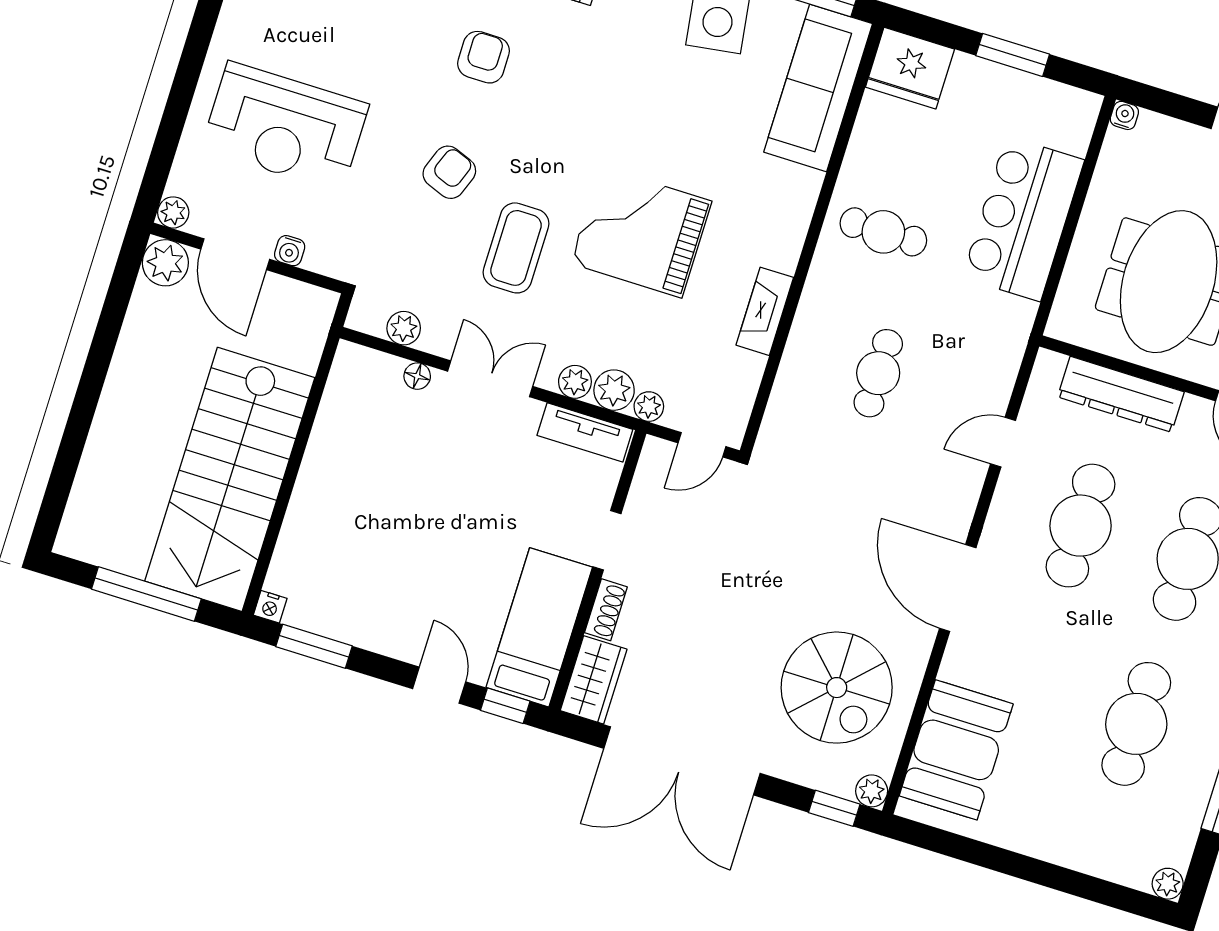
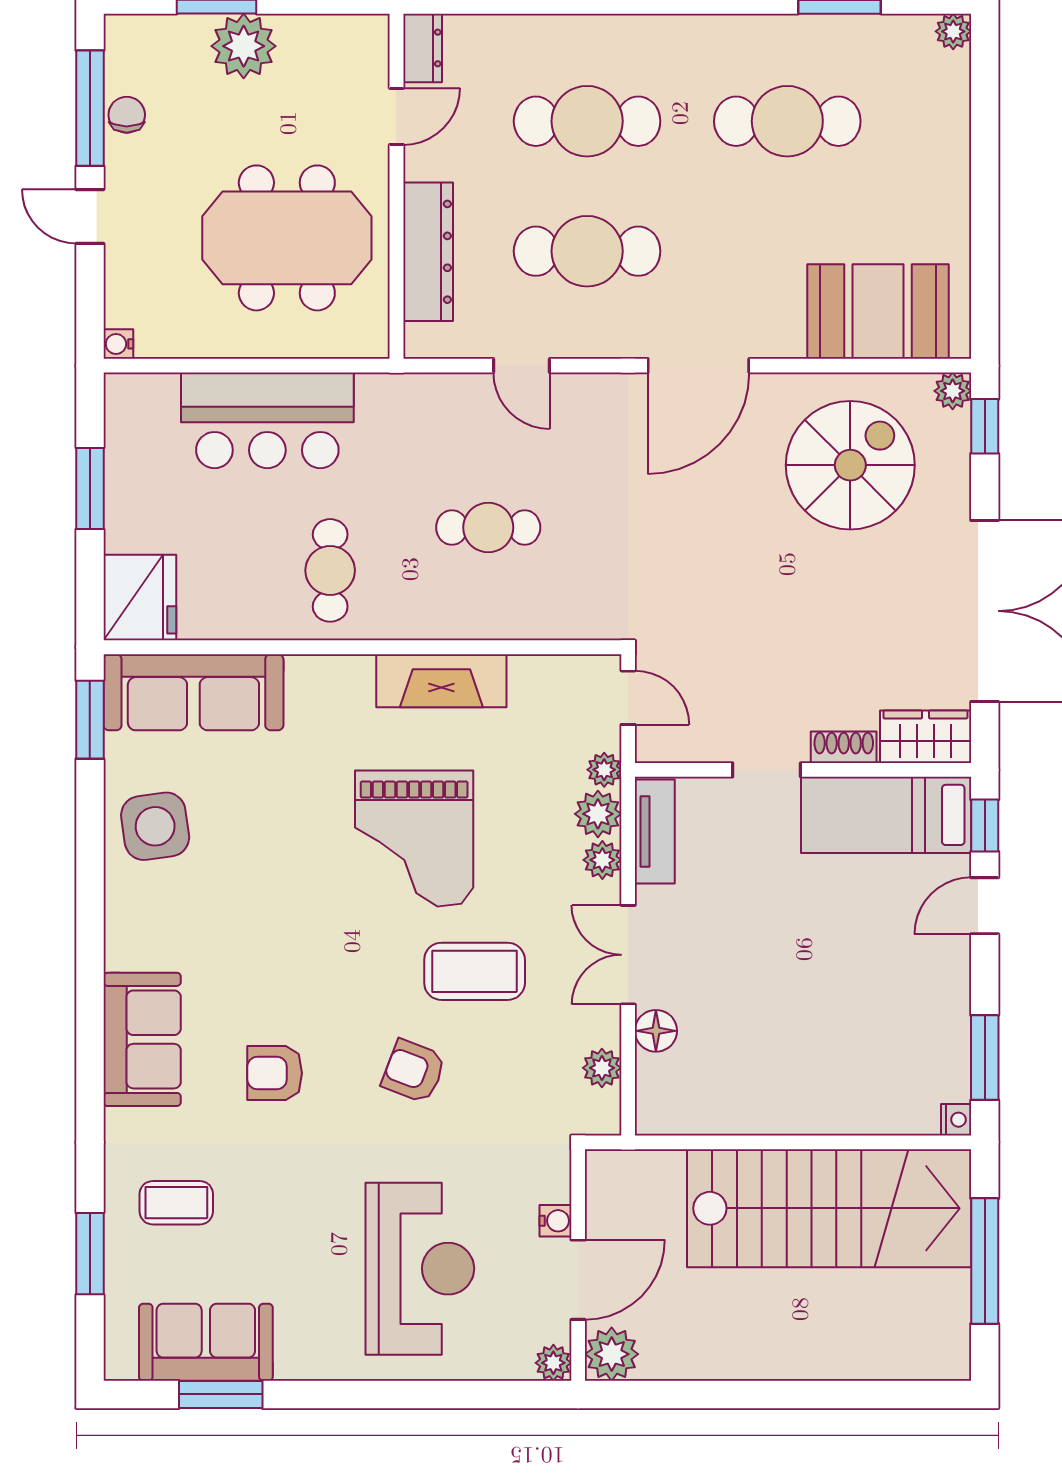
fireplace: (765, 311) -> (441, 681), width x1.37, depth x1.32
floor lamp: (417, 376) -> (656, 1031), width x1.37, depth x1.37

